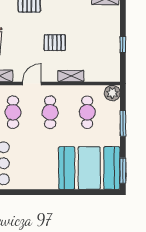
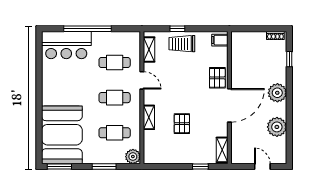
pallet: (55, 43) -> (182, 124), moved
window: (123, 45) -> (200, 167), moved

